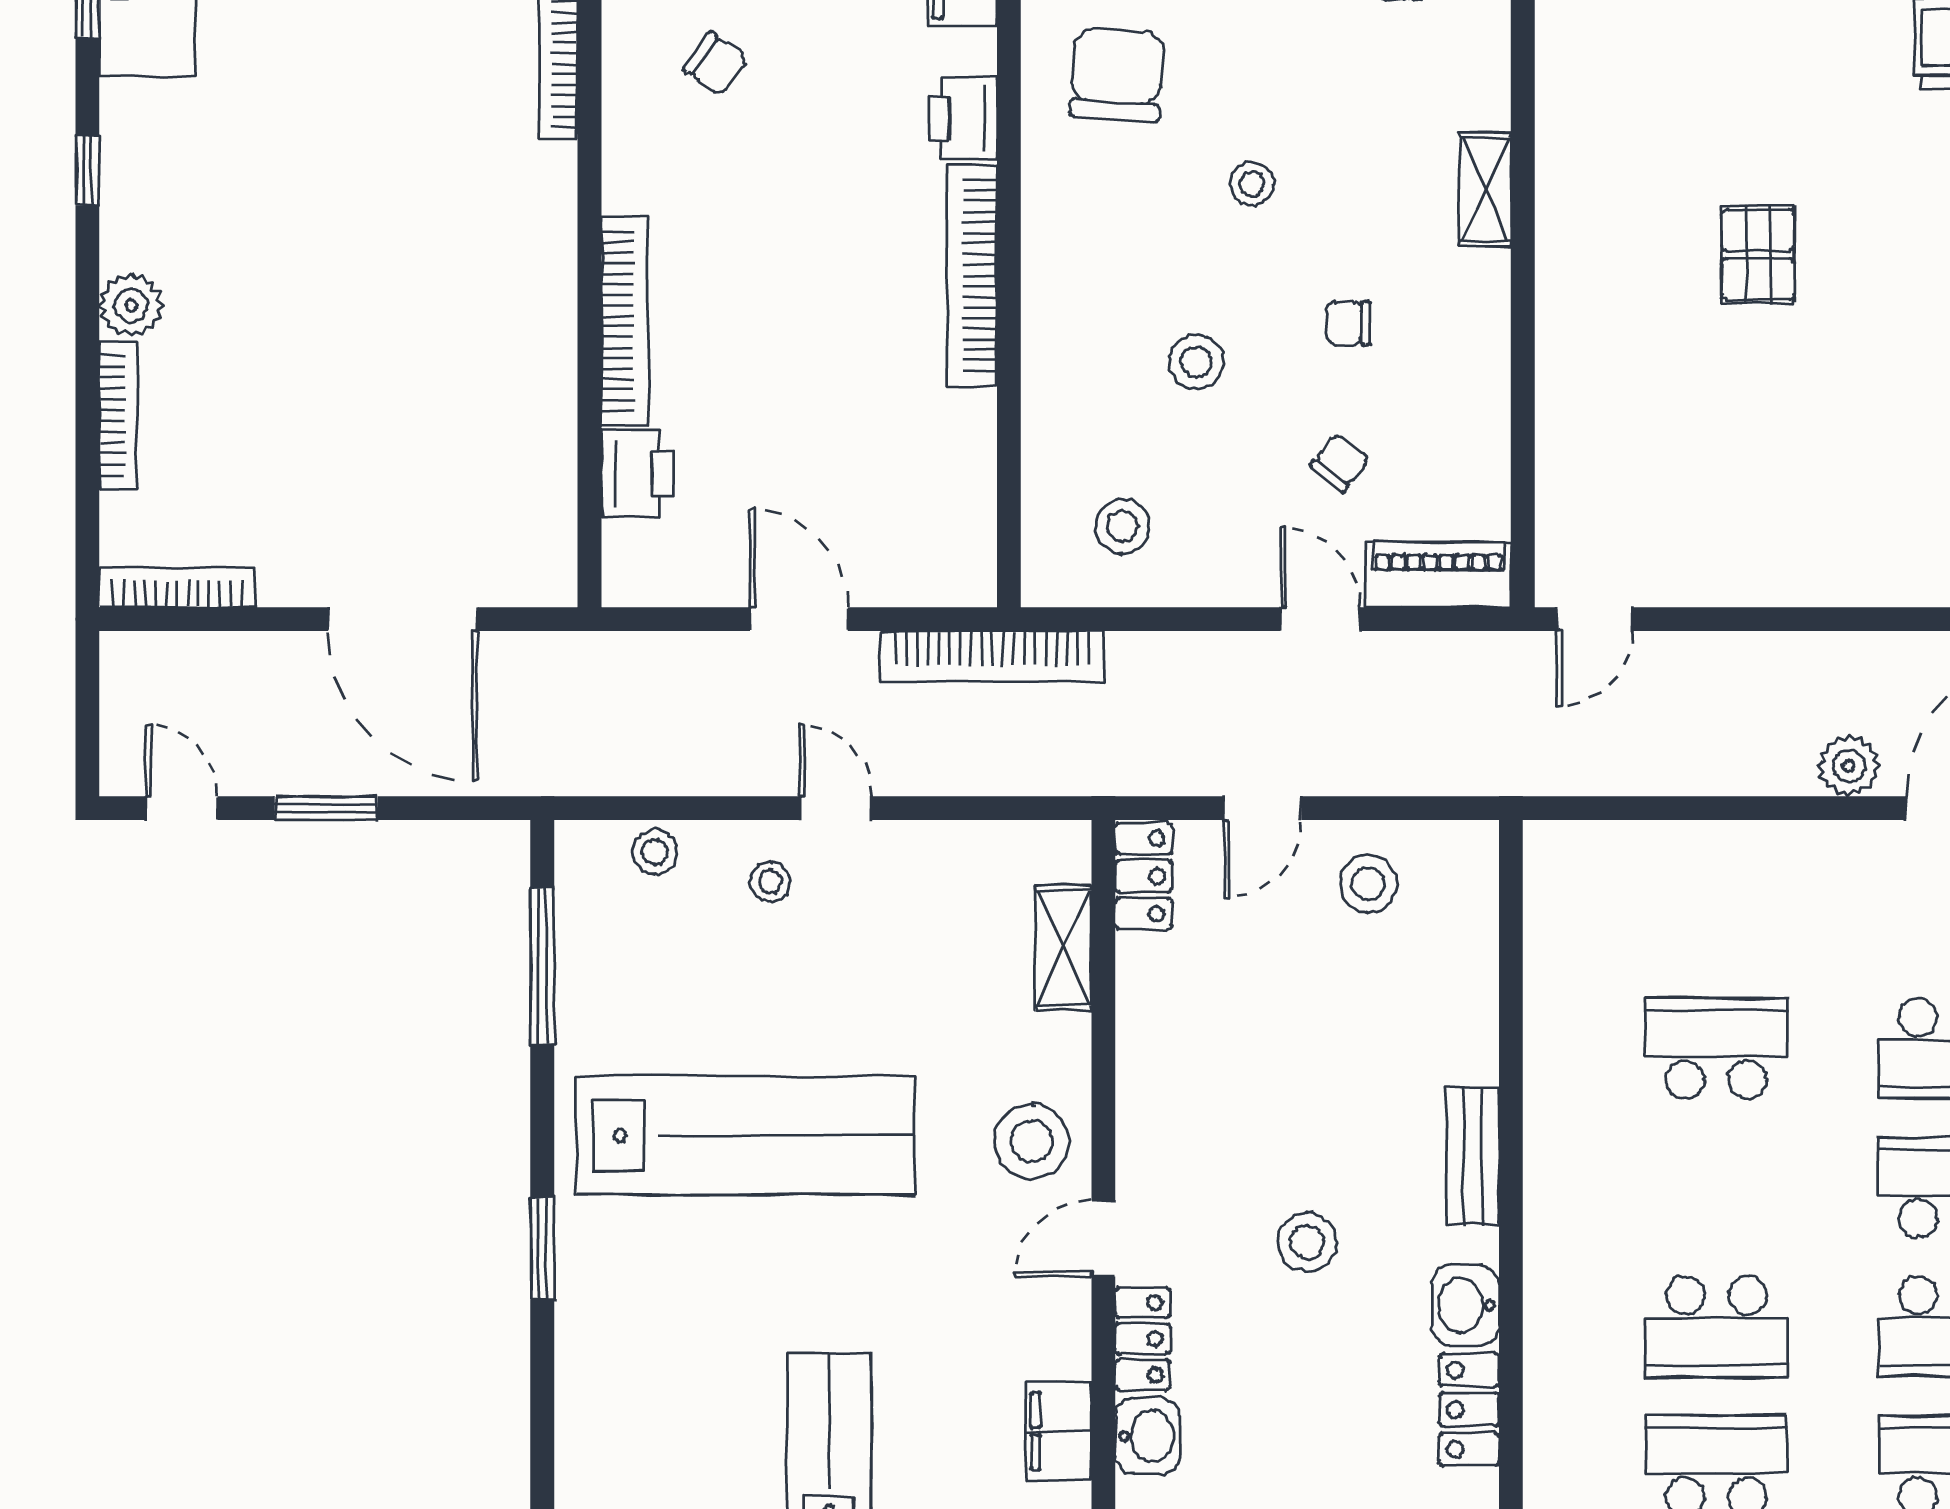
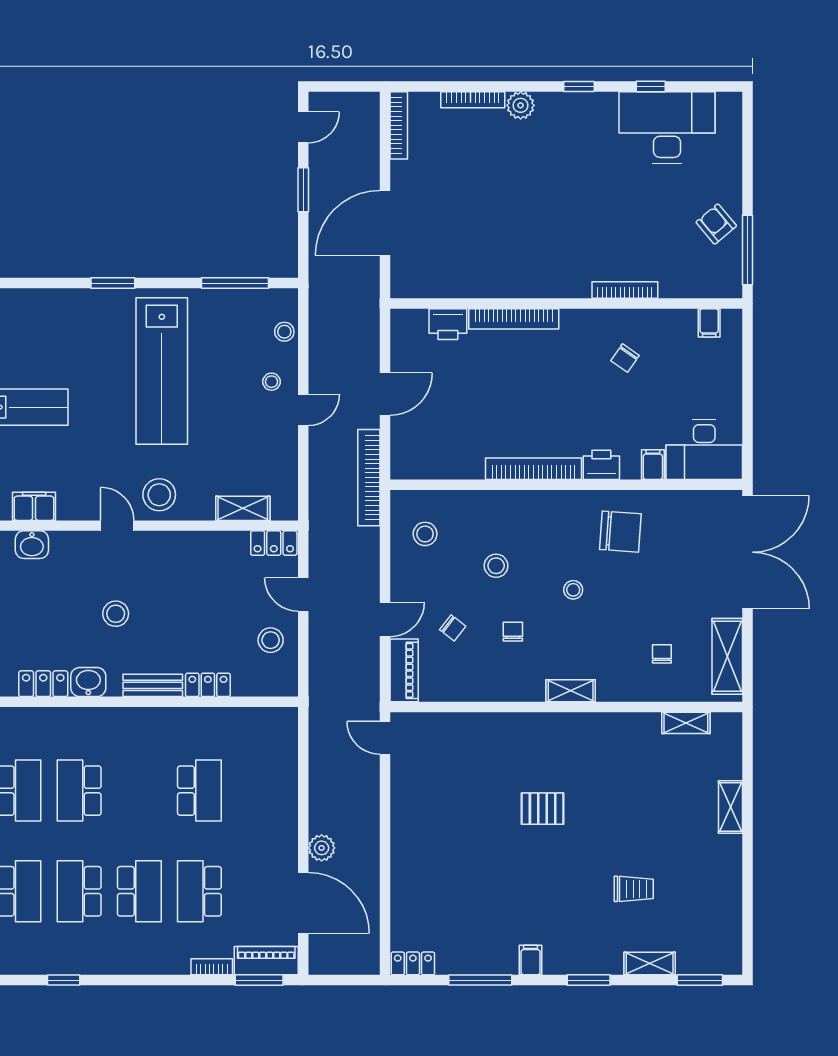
locker: (1143, 1339) -> (208, 685), moved, turned 180

